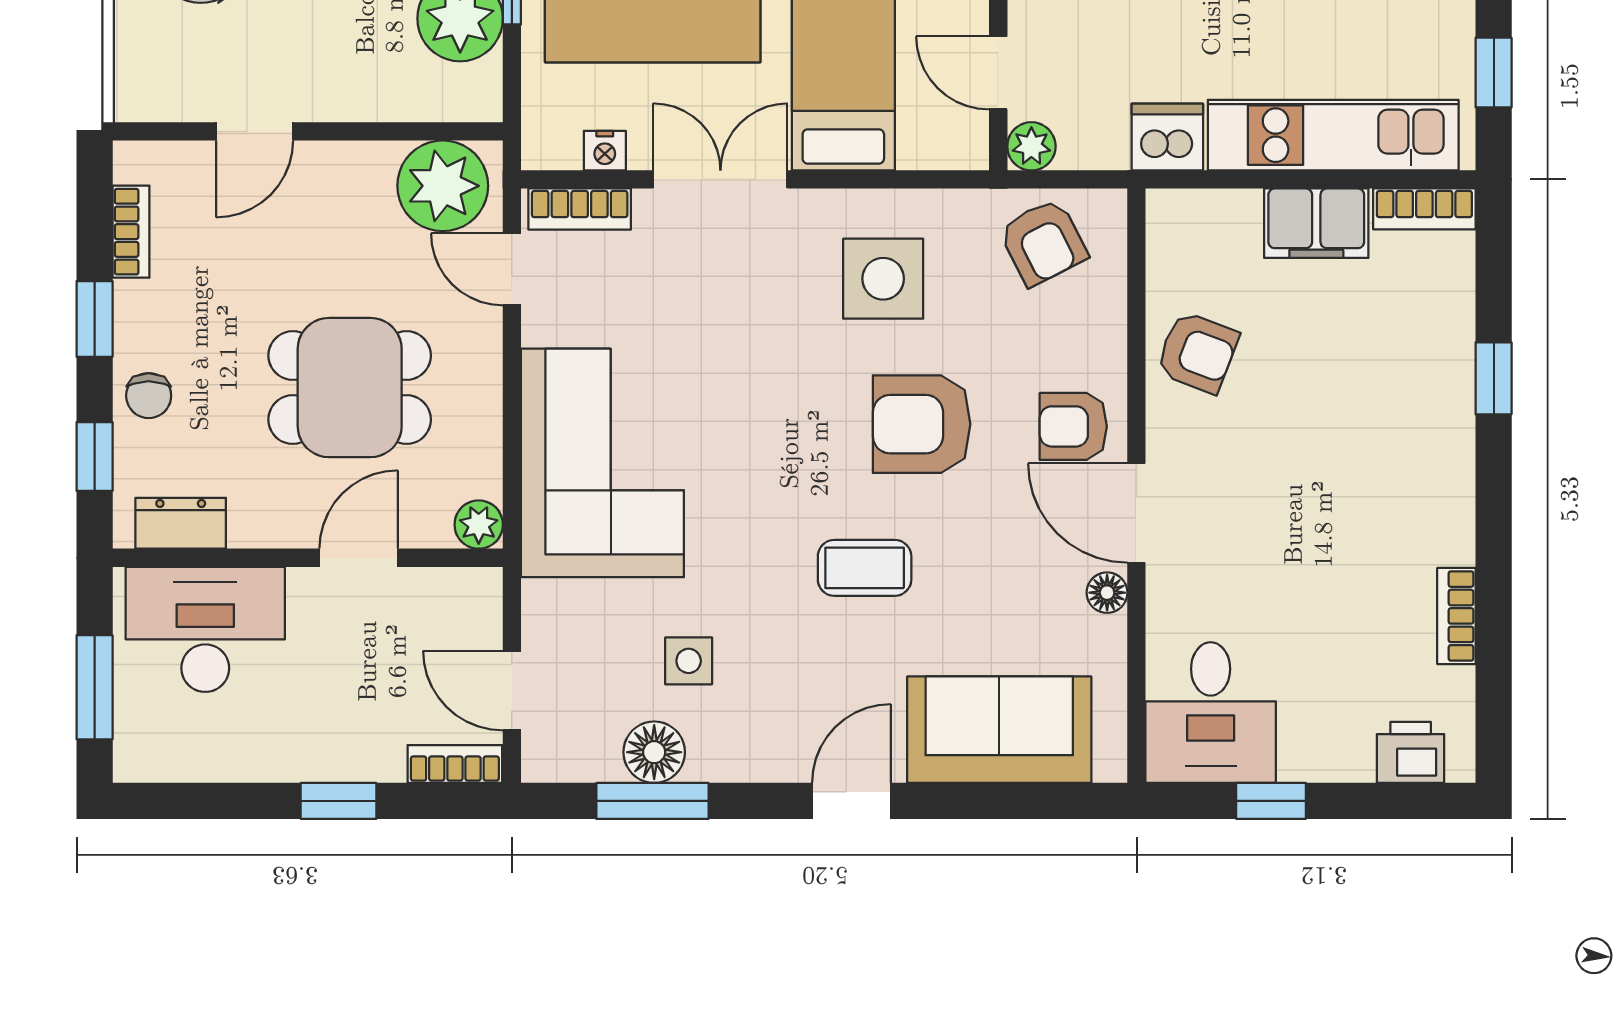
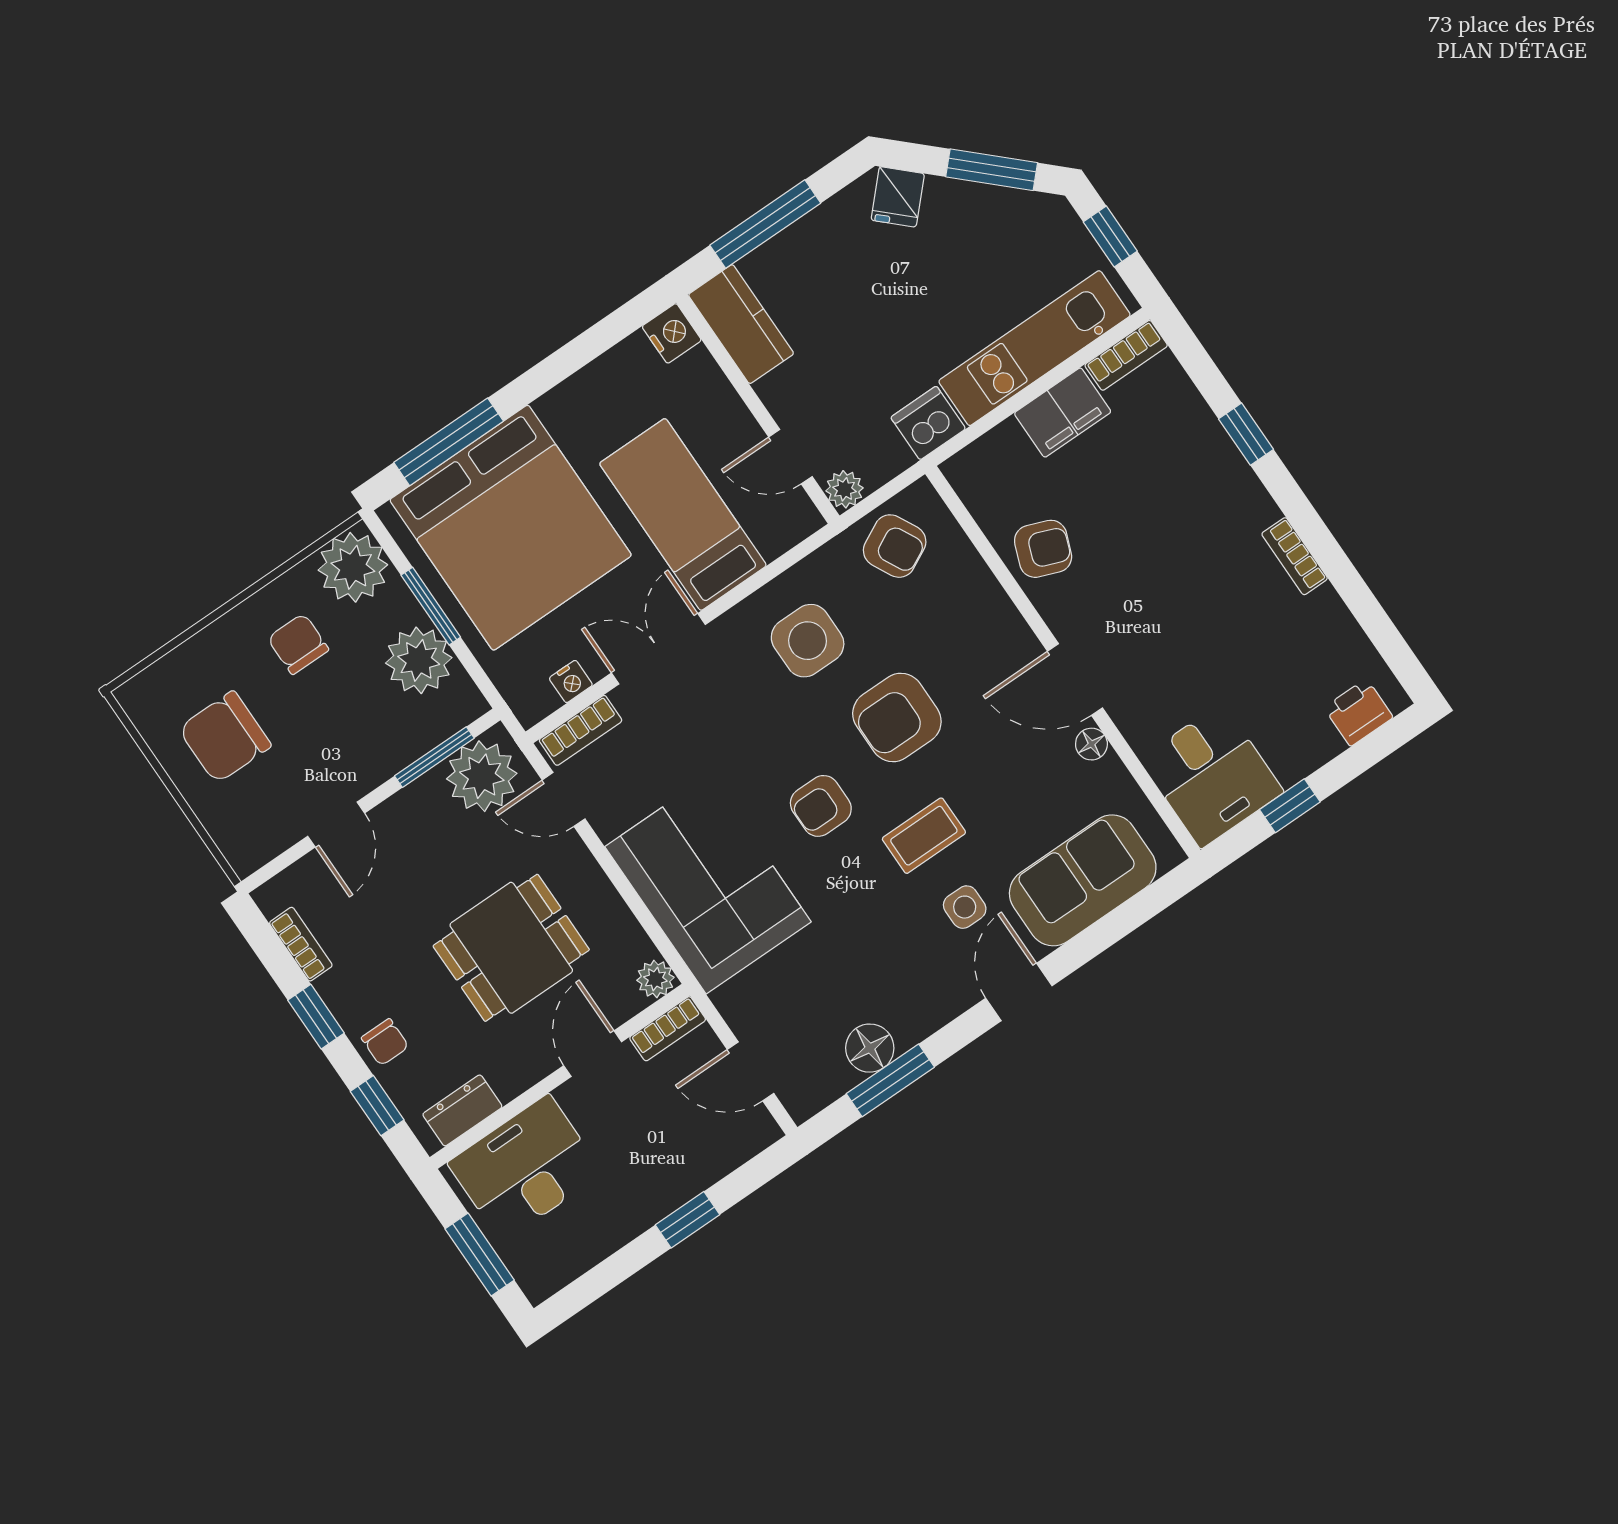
window: (407, 131) -> (434, 757), added
armchair: (1073, 426) -> (821, 806), moved
bookcase: (1456, 616) -> (1295, 556), moved
side table: (689, 661) -> (965, 907), moved
bookcase: (455, 764) -> (668, 1029), moved, turned 180

